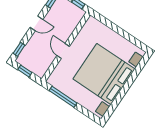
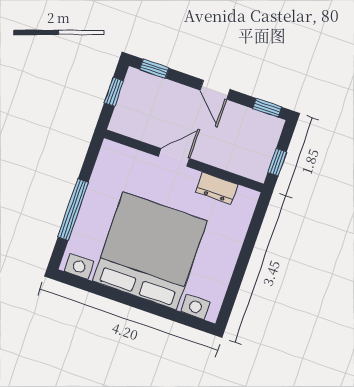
dresser: (83, 35) -> (217, 188), added
window: (63, 97) -> (73, 210), moved

